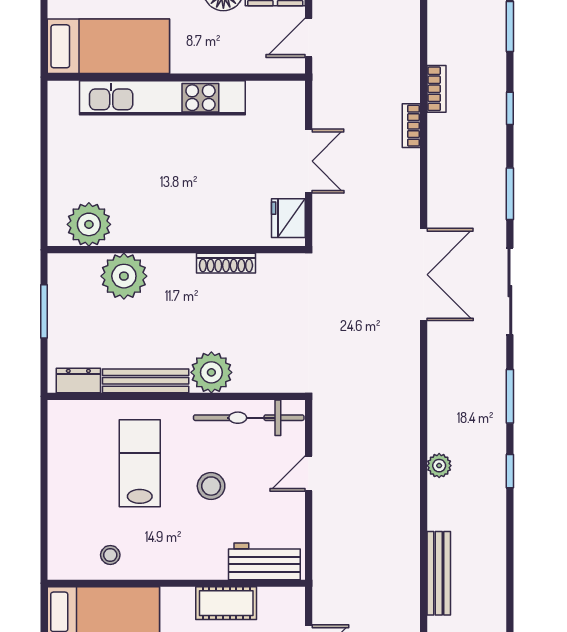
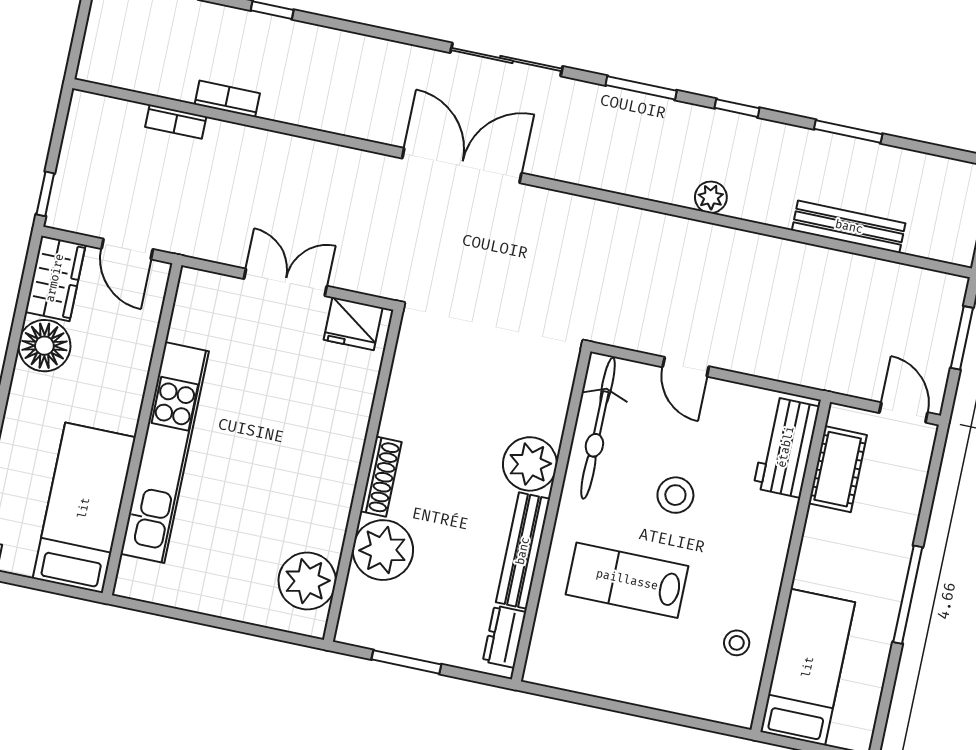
bookcase: (411, 126) -> (176, 122), moved
window: (510, 194) -> (848, 131), moved
shoe rack: (226, 263) -> (381, 477), moved
cot: (226, 603) -> (838, 469), moved

